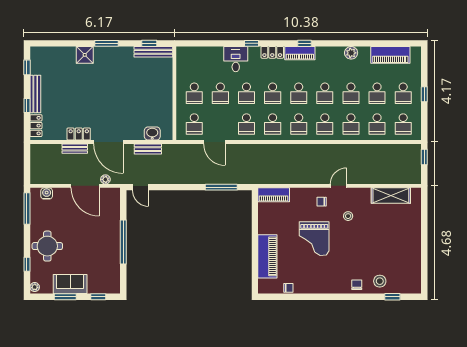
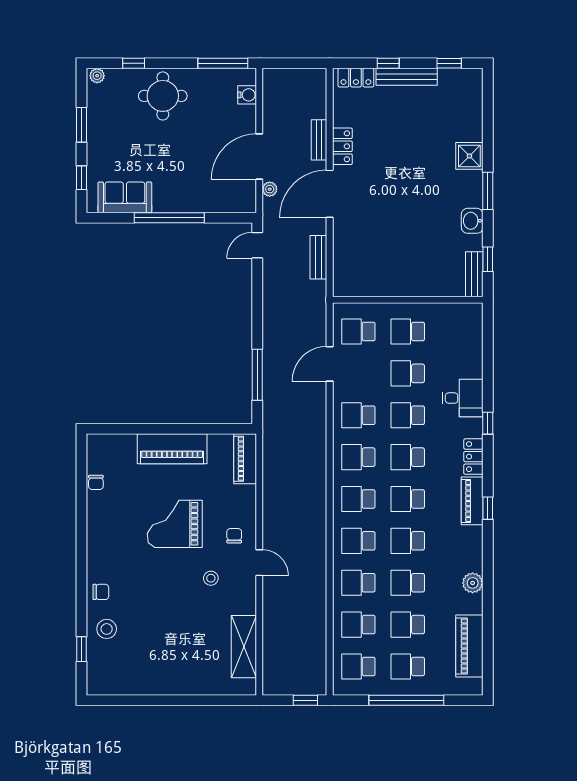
bench: (153, 52) -> (474, 274), width x0.73
window: (424, 94) -> (406, 700), width x3.17
washbasin: (152, 133) -> (472, 221), moved, turned 180
piano: (267, 256) -> (172, 449), moved
sofa: (70, 284) -> (125, 197), moved, turned -90

